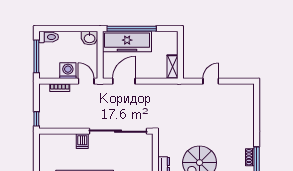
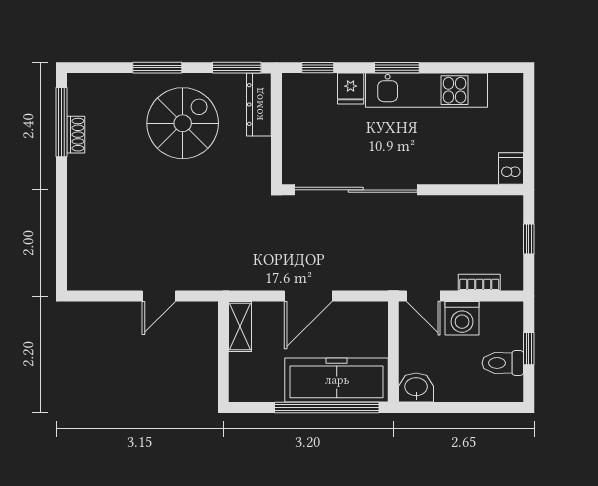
toilet: (49, 37) -> (503, 363), moved
window: (36, 56) -> (529, 349), width x0.46
door: (124, 81) -> (308, 296), moved
window: (36, 119) -> (529, 239), moved
dishwasher: (82, 141) -> (511, 169), moved

